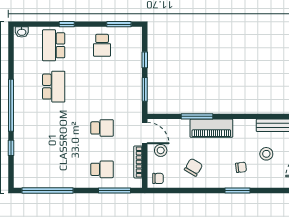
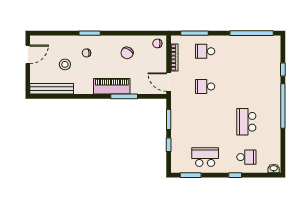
school desk: (54, 45) -> (246, 157), width x0.54
school desk: (102, 45) -> (205, 157), width x1.85
stool: (161, 150) -> (155, 67), removed

